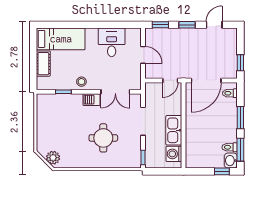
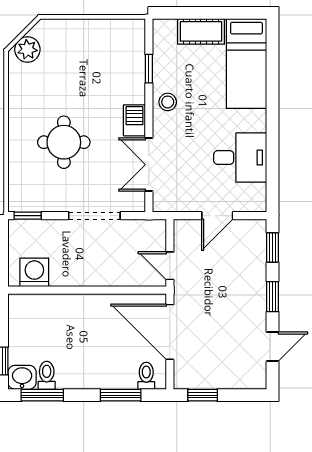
door: (214, 25) -> (272, 347), hinge flipped
window: (240, 118) -> (121, 395), moved
kitchen sink: (174, 130) -> (78, 272), removed

